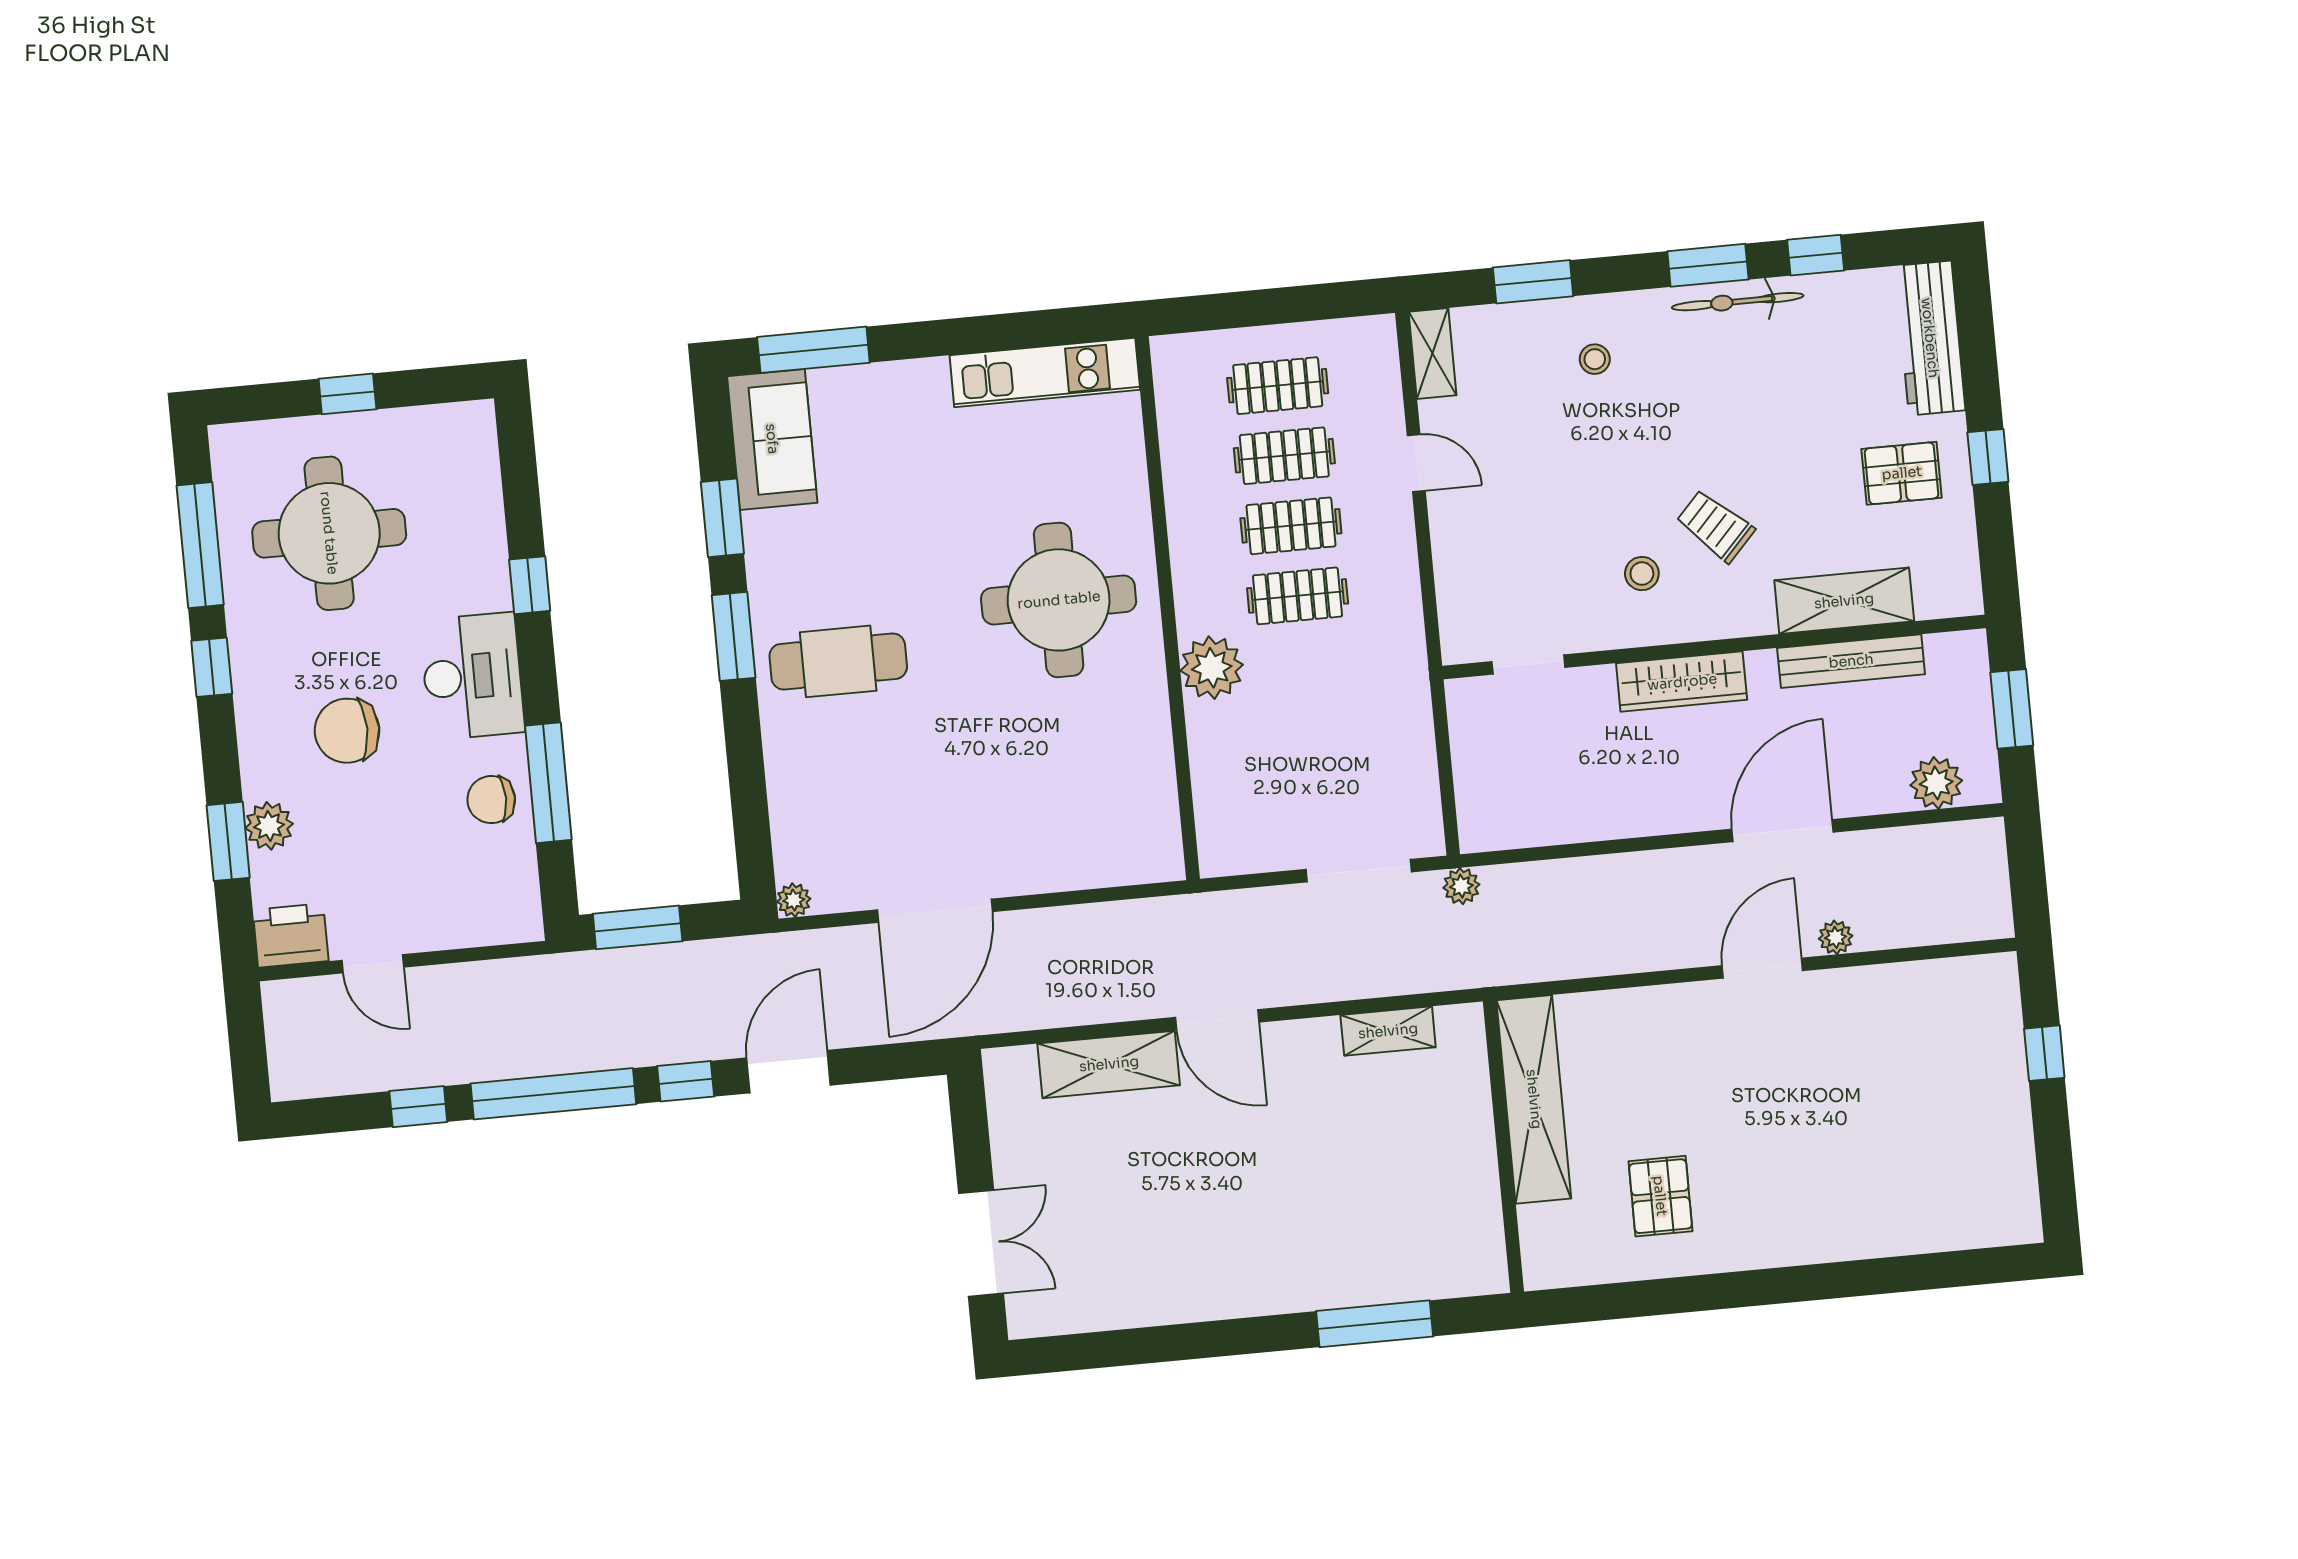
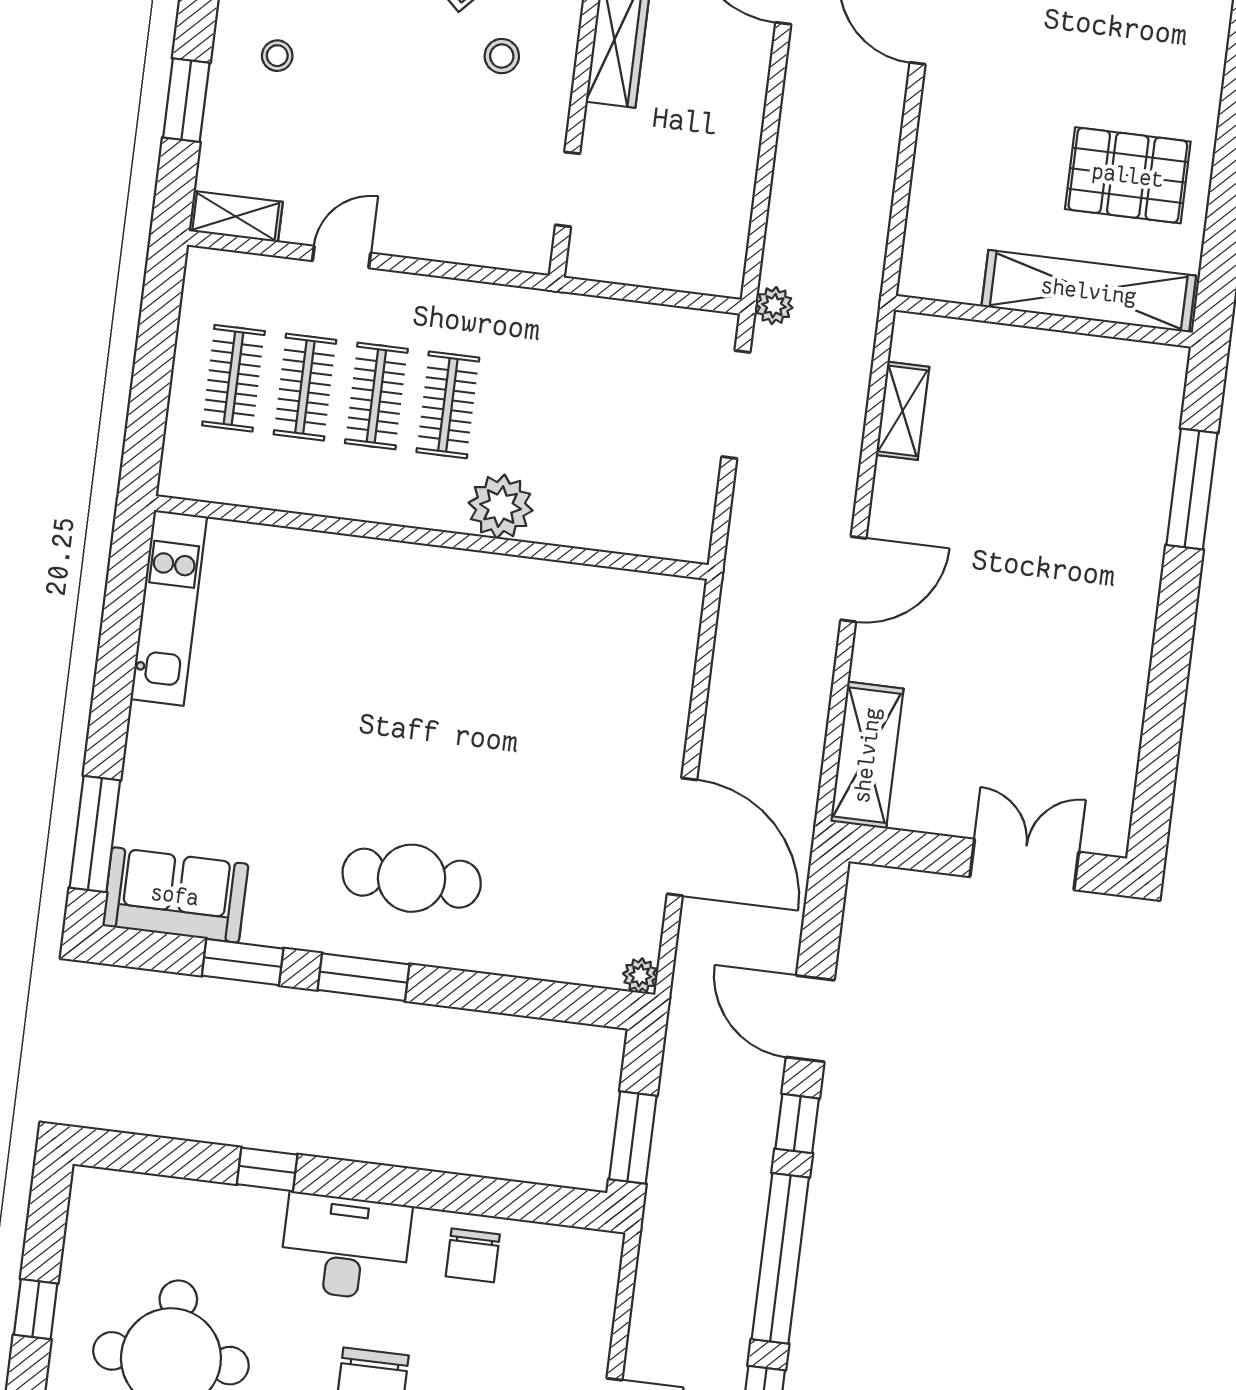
round table: (1059, 600) -> (399, 644), removed
cafe table: (838, 661) -> (412, 878), turned 90
window: (548, 783) -> (469, 1195), removed
shelving: (1109, 1064) -> (867, 755), moved
shelving: (1534, 1099) -> (1089, 291), moved
pallet: (1660, 1196) -> (1128, 175), width x1.50, depth x1.42

